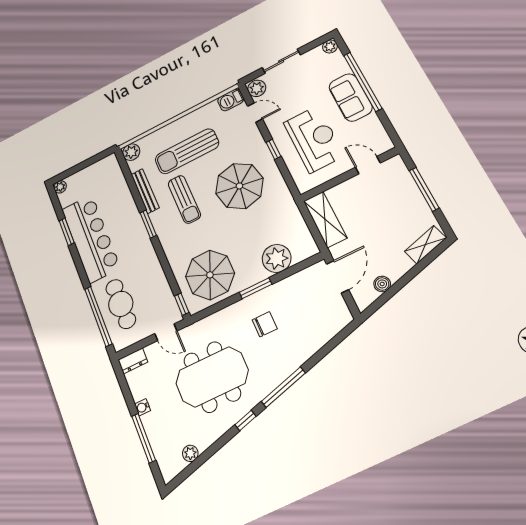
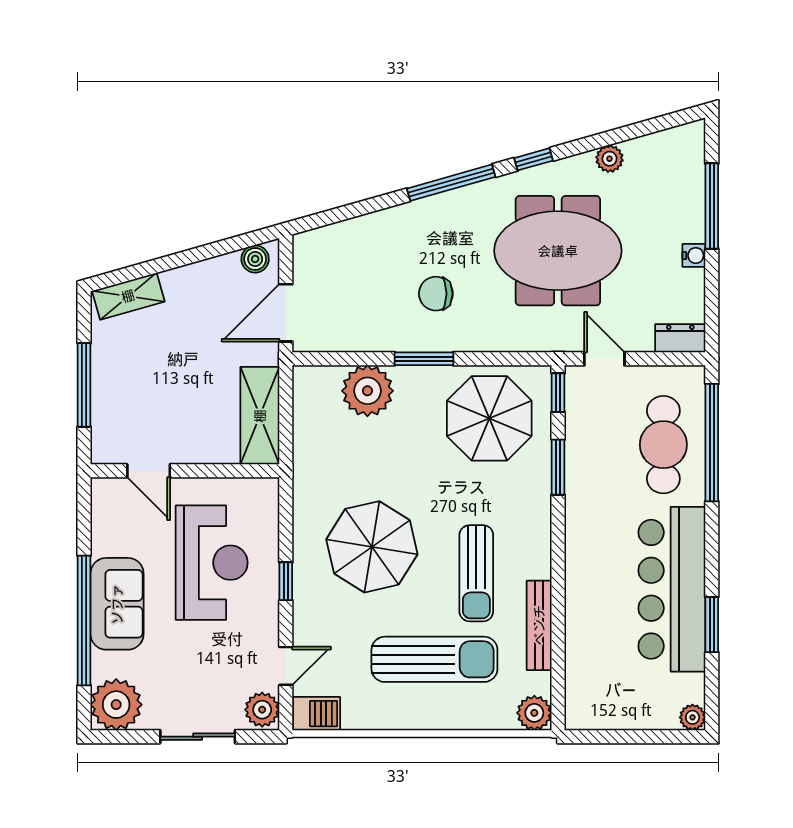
plant: (330, 46) -> (116, 705), width x1.88, depth x1.88
door: (255, 113) -> (286, 666), swing flipped
reception desk: (314, 139) -> (212, 563), turned 180
sun lounger: (184, 199) -> (476, 573), turned 180
window: (148, 224) -> (558, 467), moved
boiler: (382, 284) -> (255, 259), moved
plant: (190, 453) -> (610, 159), moved

